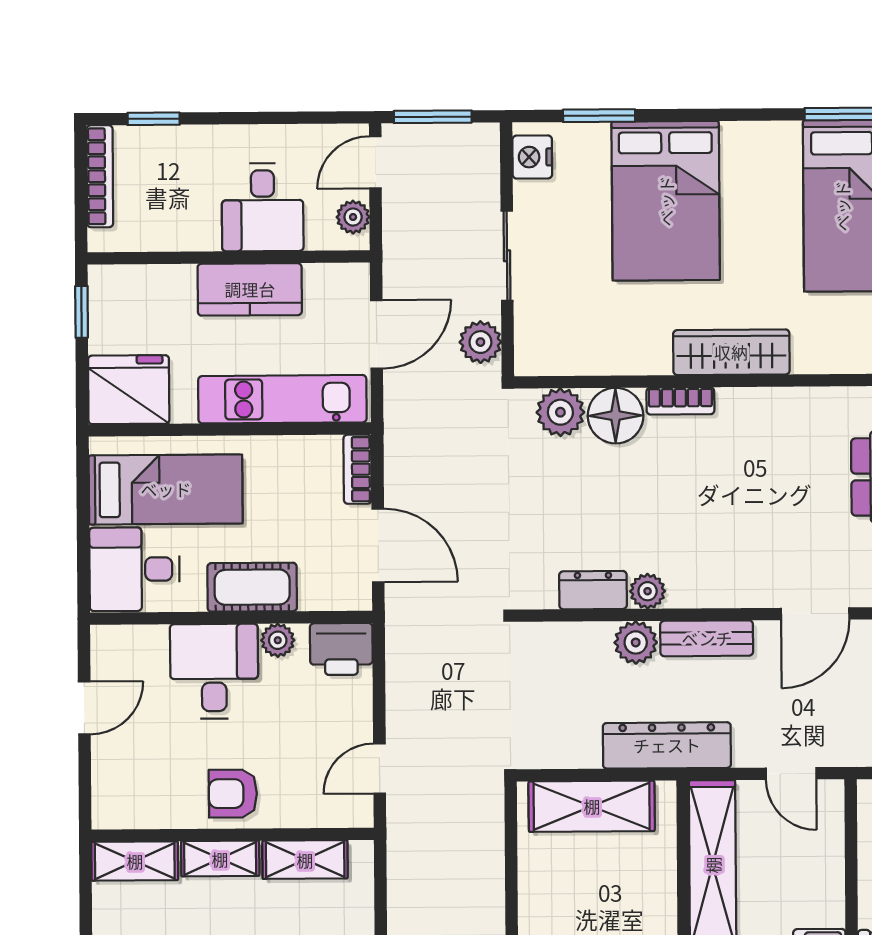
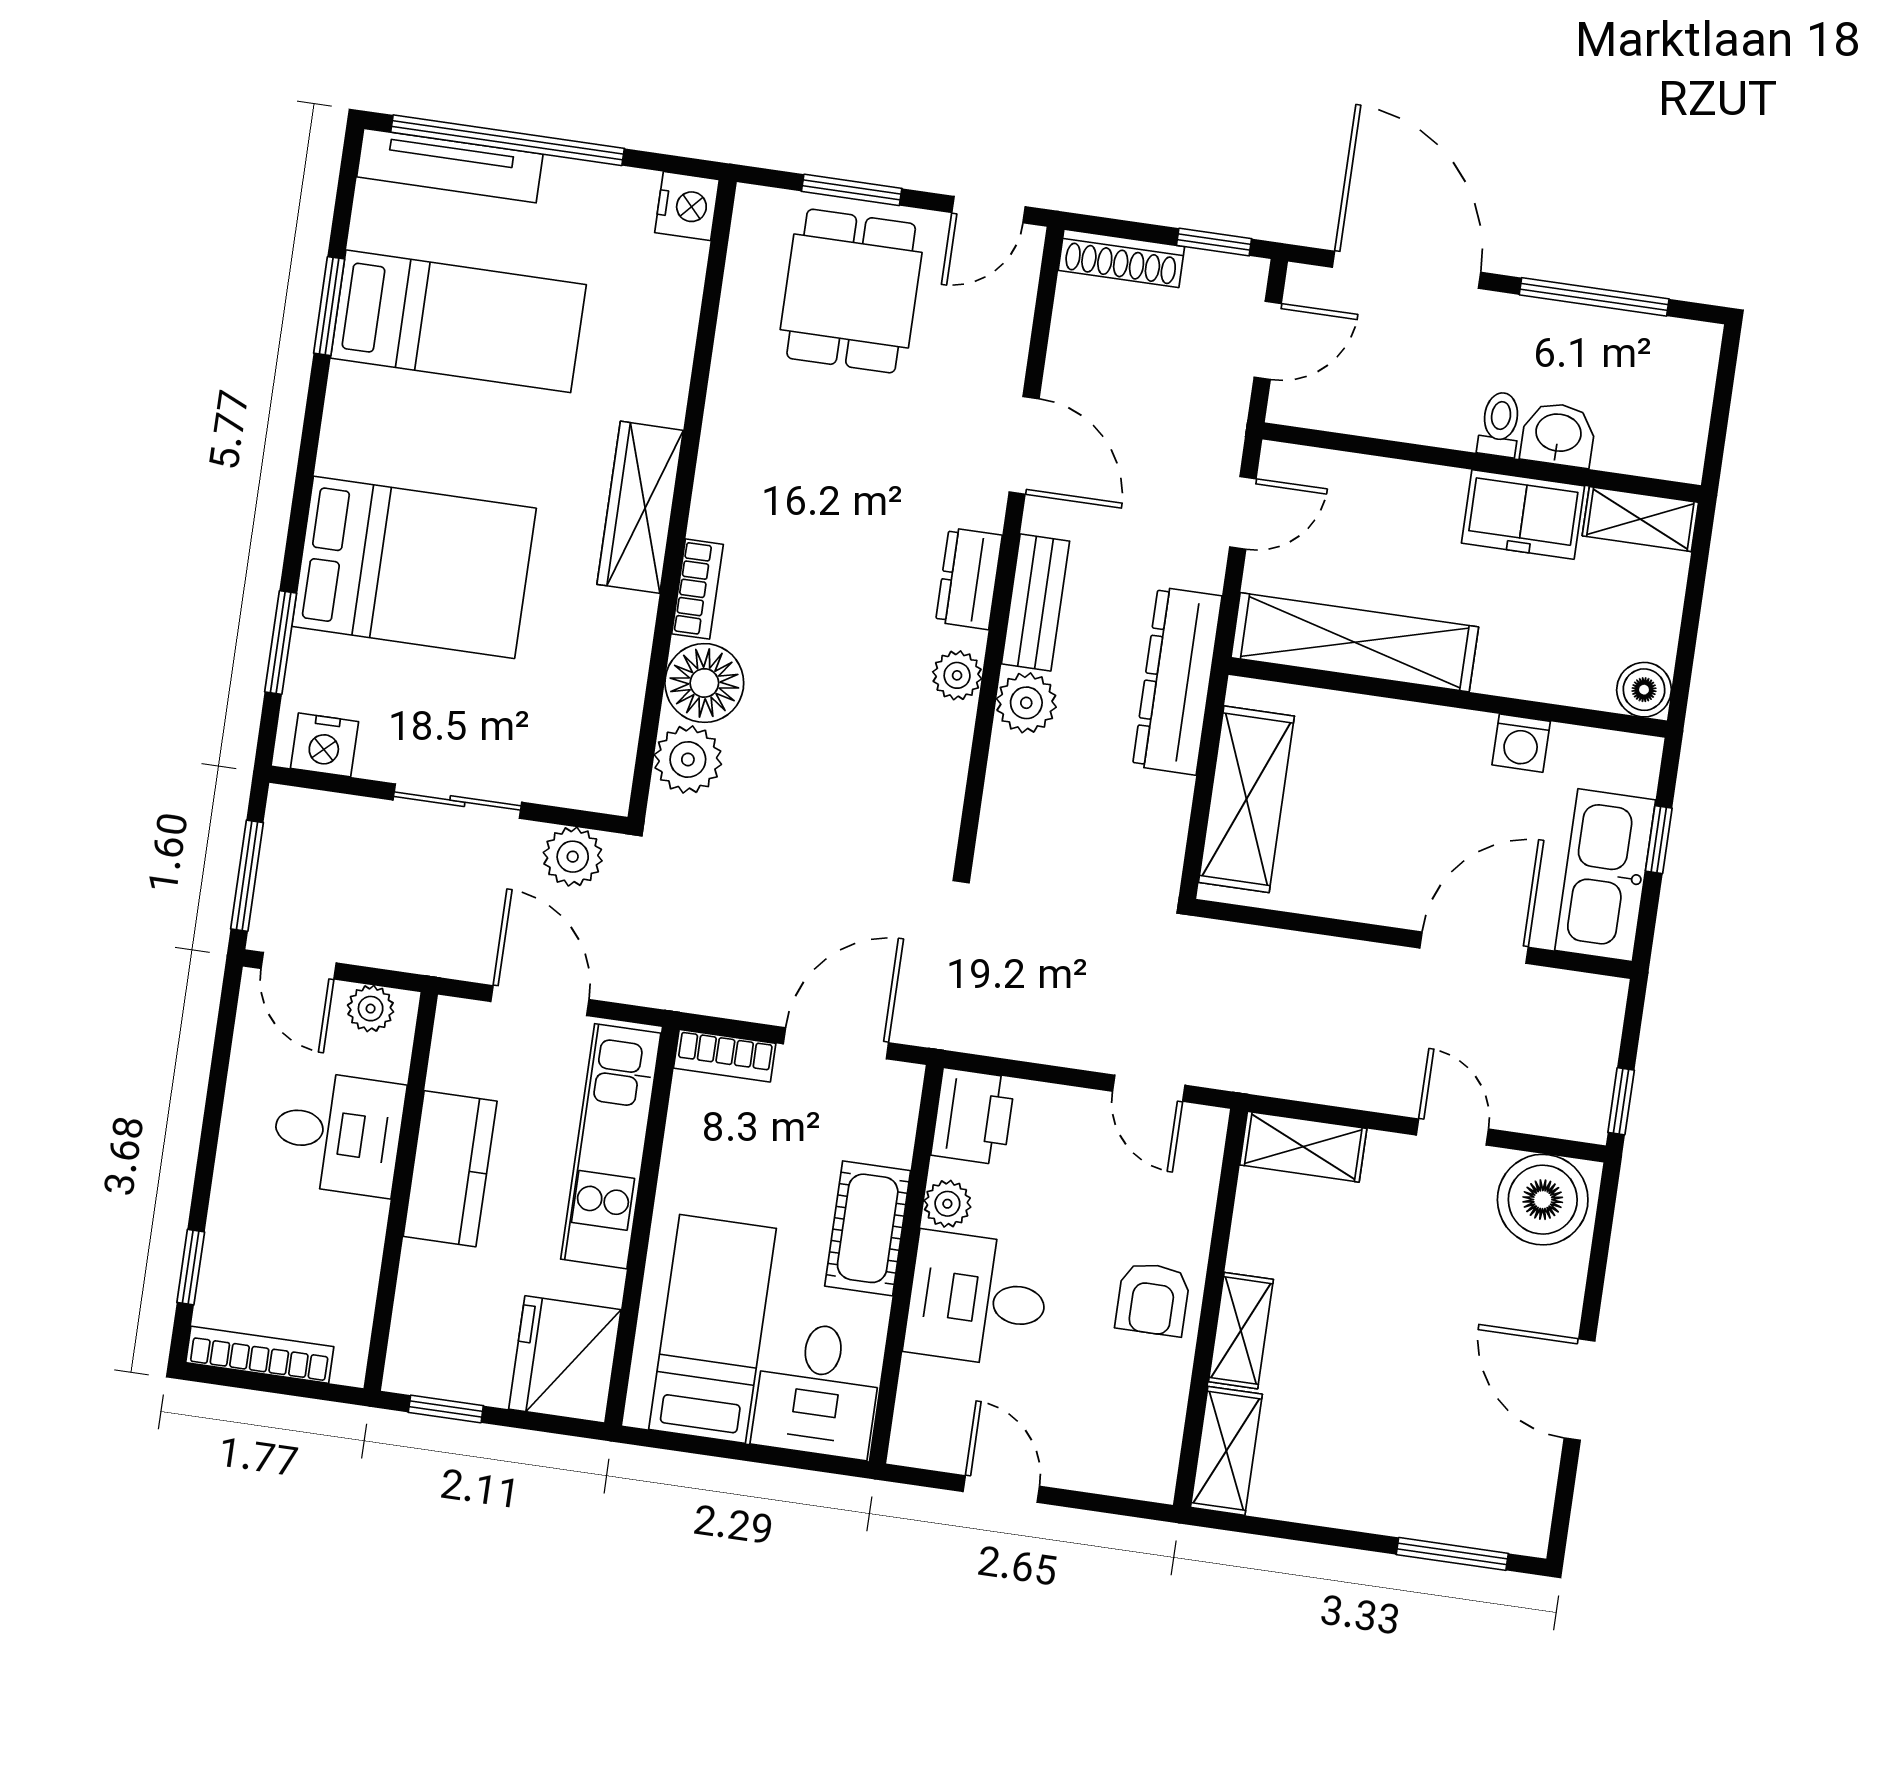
dresser: (593, 590) -> (969, 579), moved
shelving: (305, 860) -> (1303, 1147), moved, turned 90

